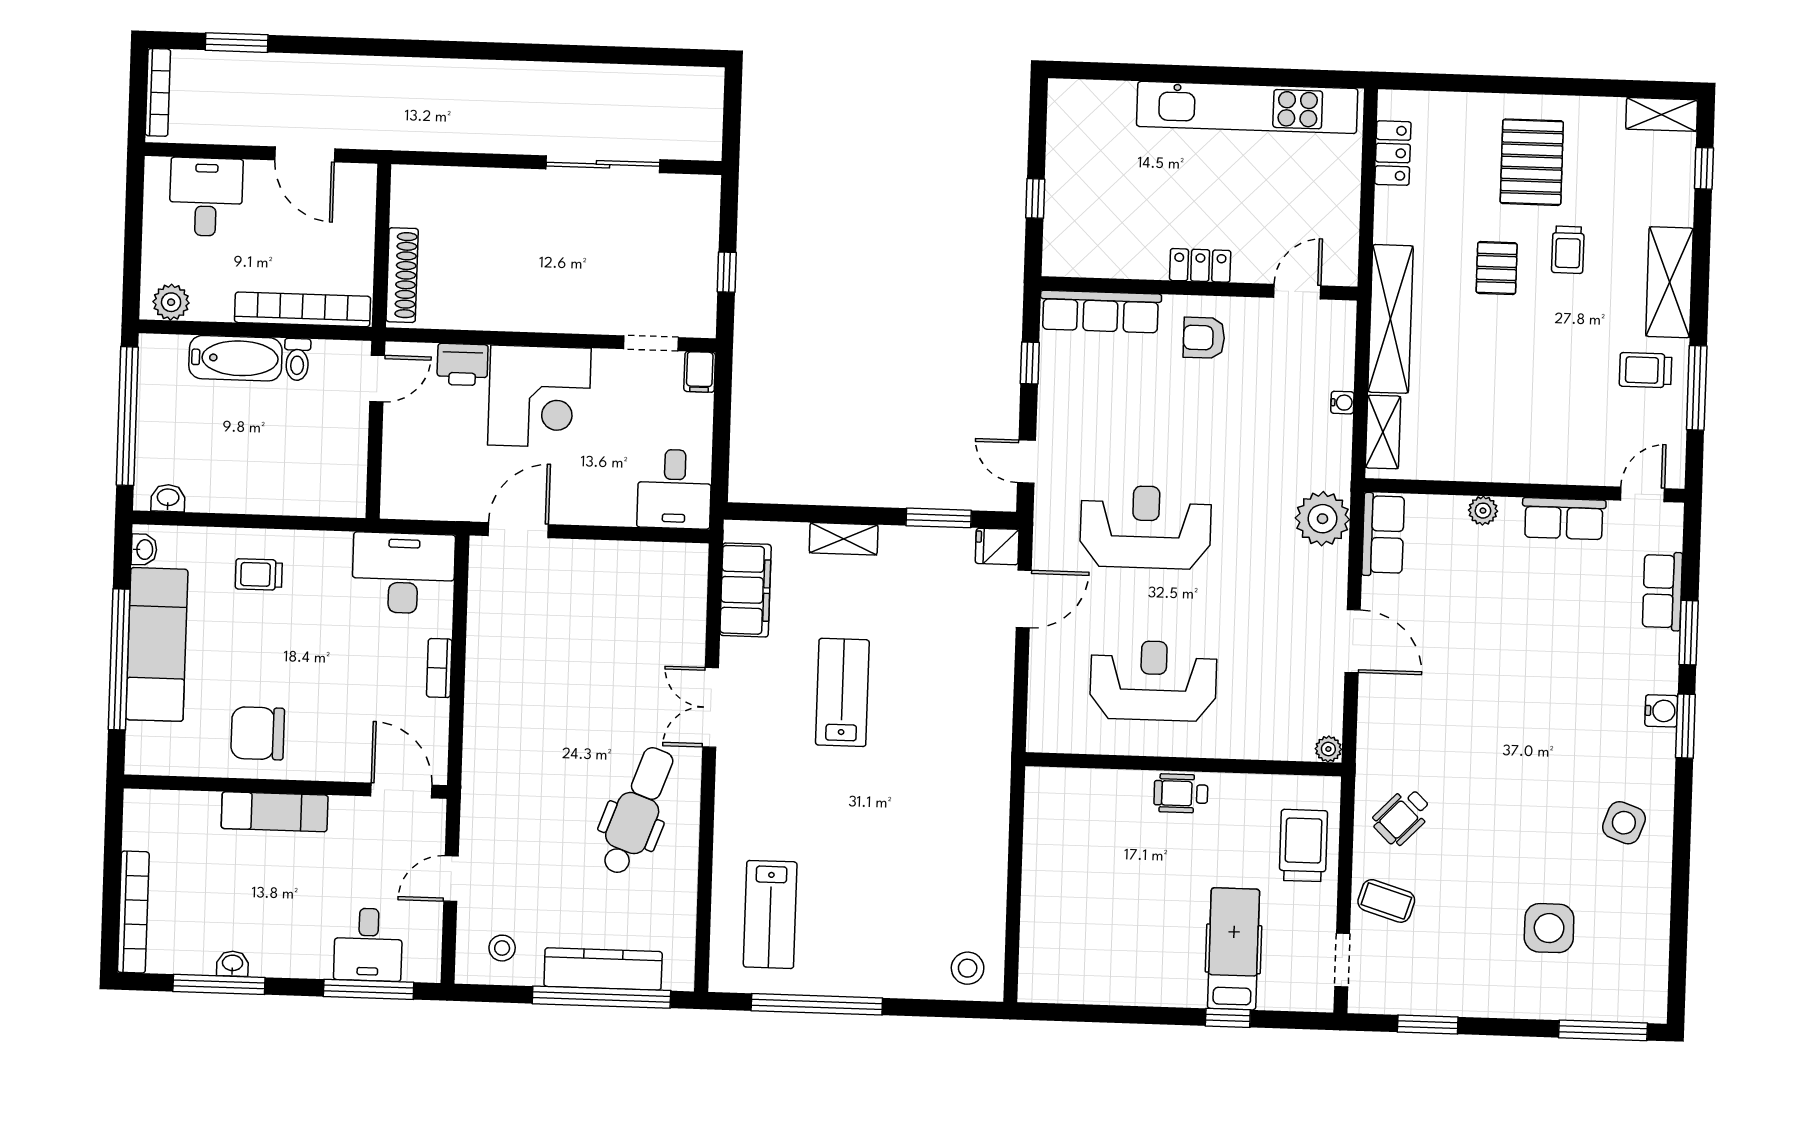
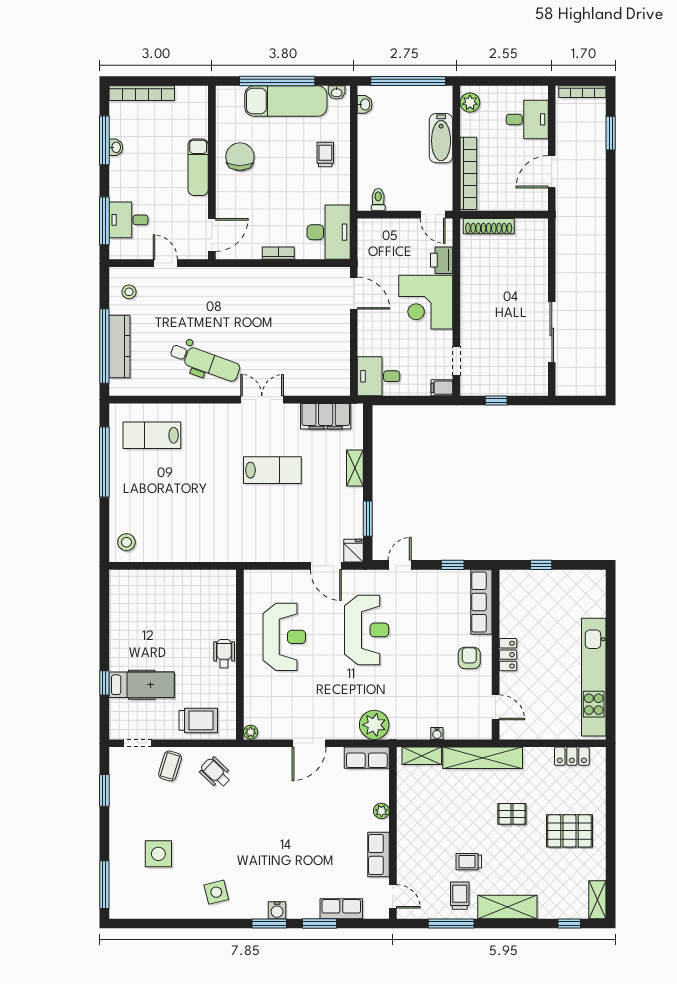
trolley: (1568, 250) -> (469, 862), moved
toilet: (297, 359) -> (378, 200), moved, turned 90
side table: (1624, 823) -> (216, 892), turned -34

